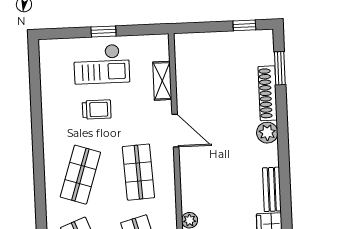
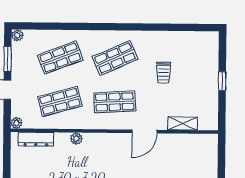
checkout: (102, 64) -> (198, 78), removed
shop shelf: (80, 175) -> (115, 58), turned -42

